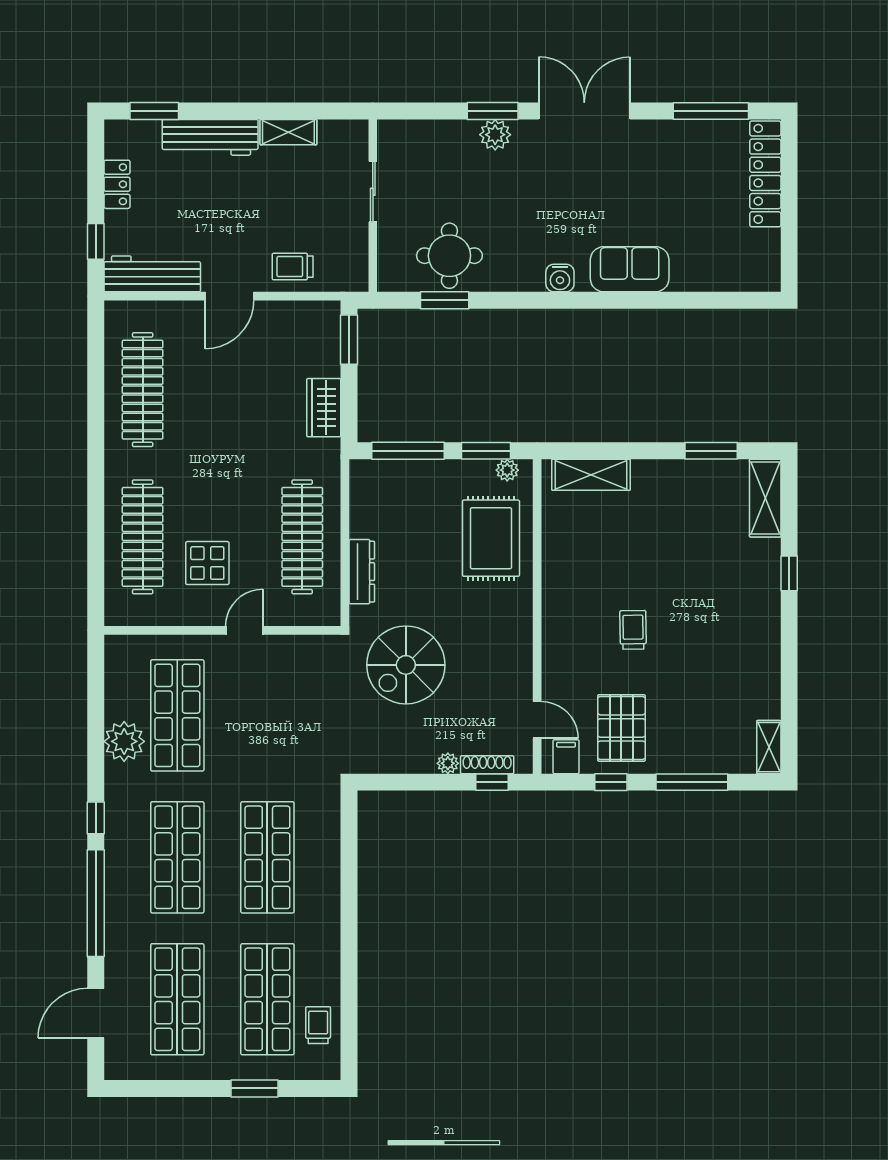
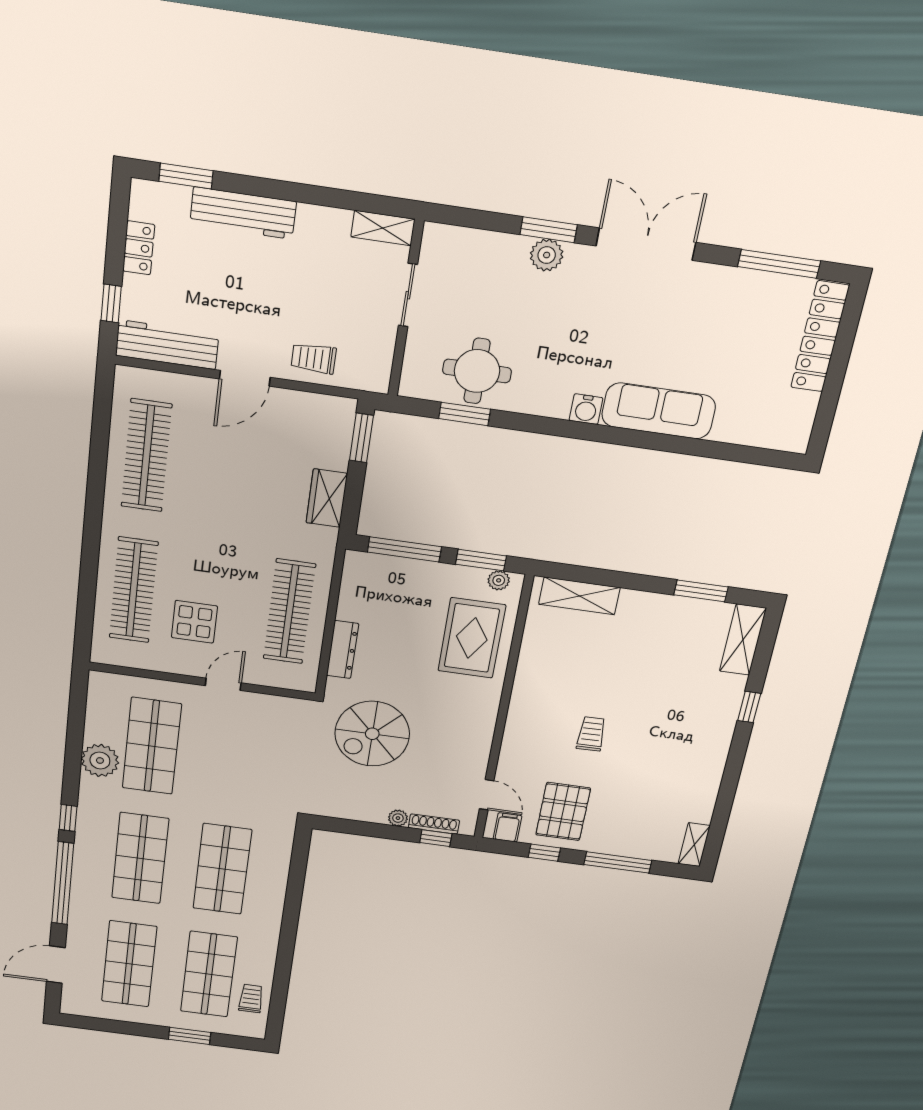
shelving: (288, 132) -> (383, 228), moved
sofa: (630, 269) -> (659, 411), width x1.36

